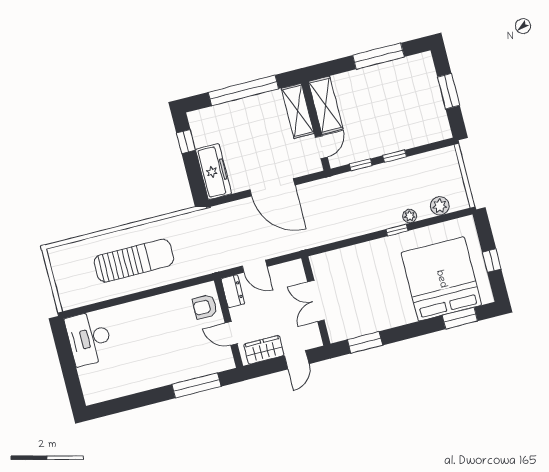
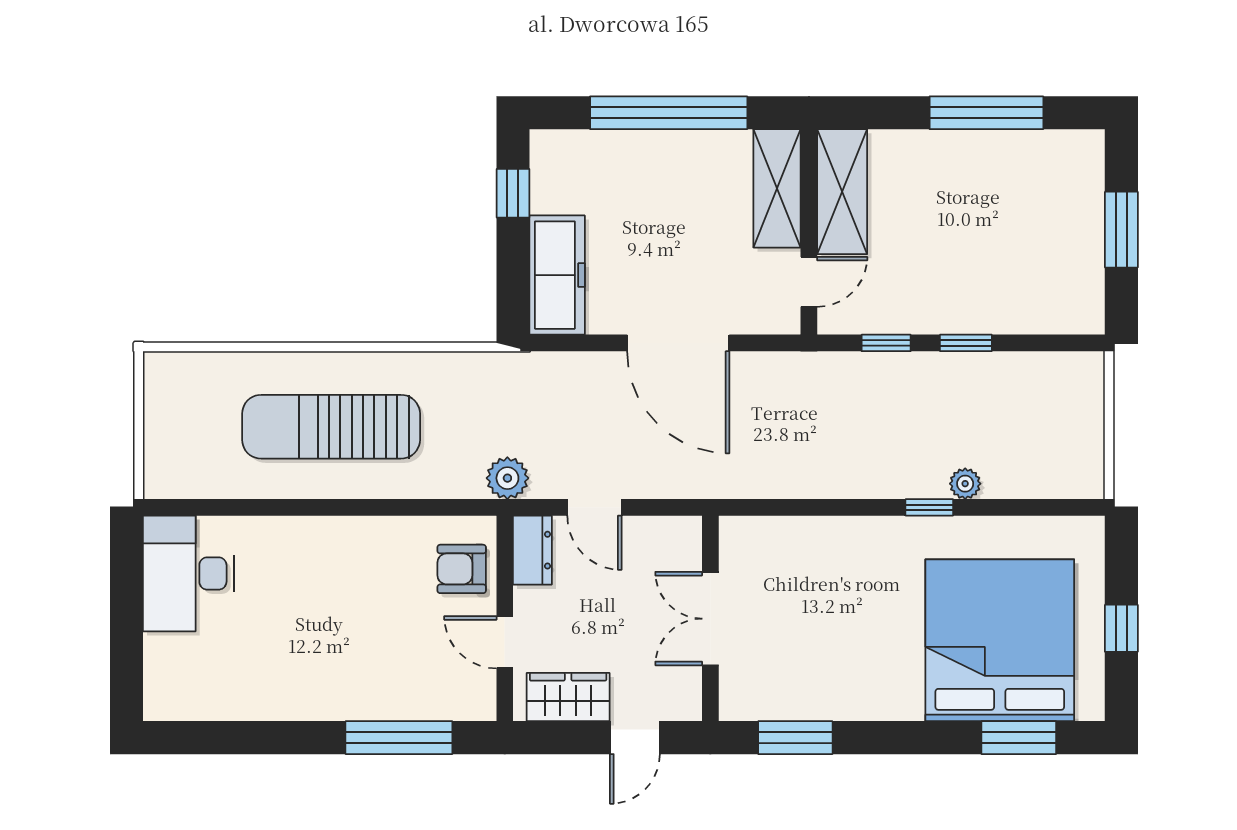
plant: (440, 206) -> (507, 478), moved
sun lounger: (134, 261) -> (331, 427), turned 180

